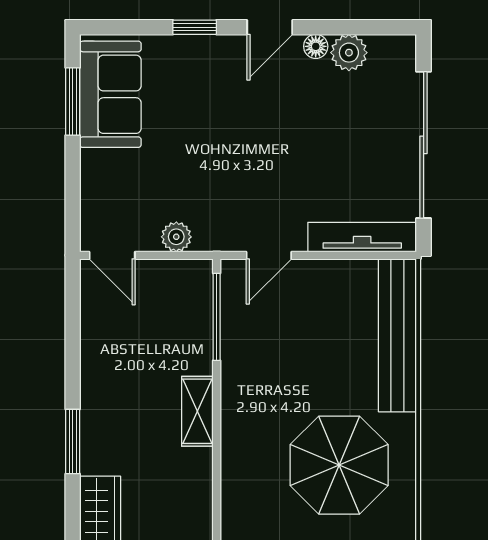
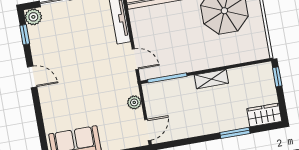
window: (195, 27) -> (25, 35), moved
floor lamp: (316, 46) -> (37, 55), removed
plant: (349, 53) -> (33, 17), moved

